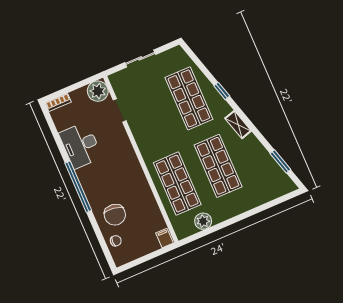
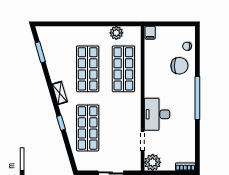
desk: (81, 145) -> (157, 114), moved, turned 180
chair: (115, 215) -> (179, 66), turned 82

